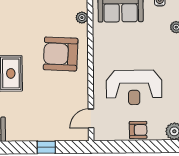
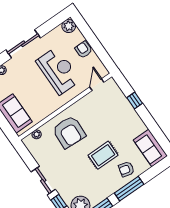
door: (91, 118) -> (97, 85), swing flipped

